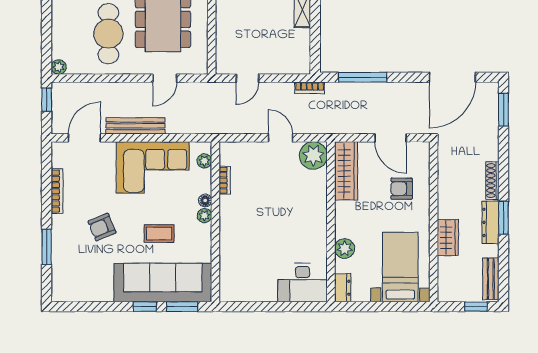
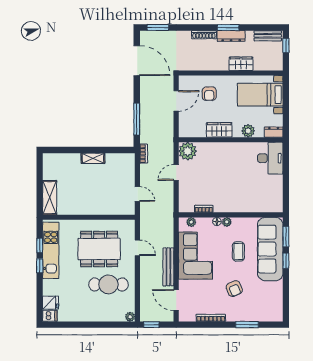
wardrobe: (346, 171) -> (219, 130), moved, width x0.67

